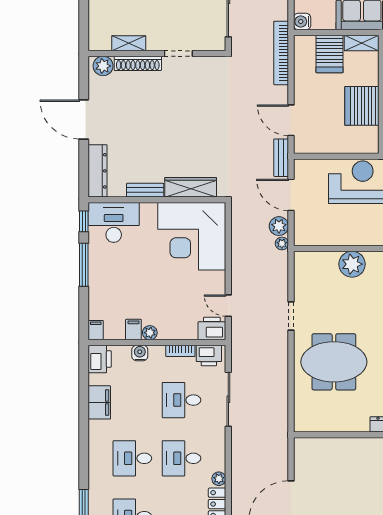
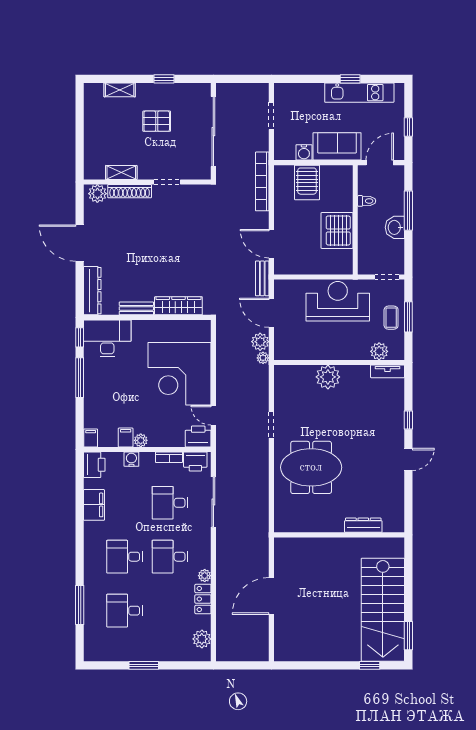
water cooler: (302, 21) -> (304, 152), moved, turned -90
shelving: (362, 43) -> (337, 172), removed
corner desk: (192, 236) -> (180, 374), moved

